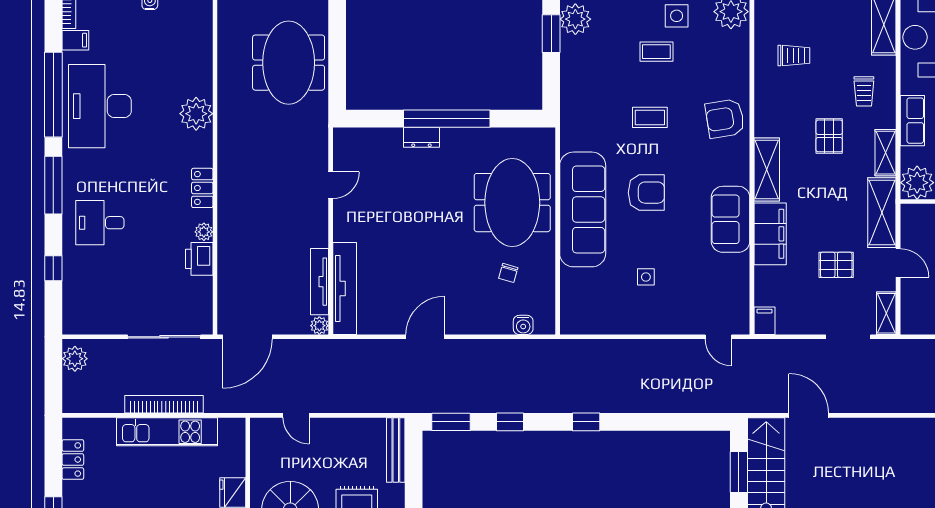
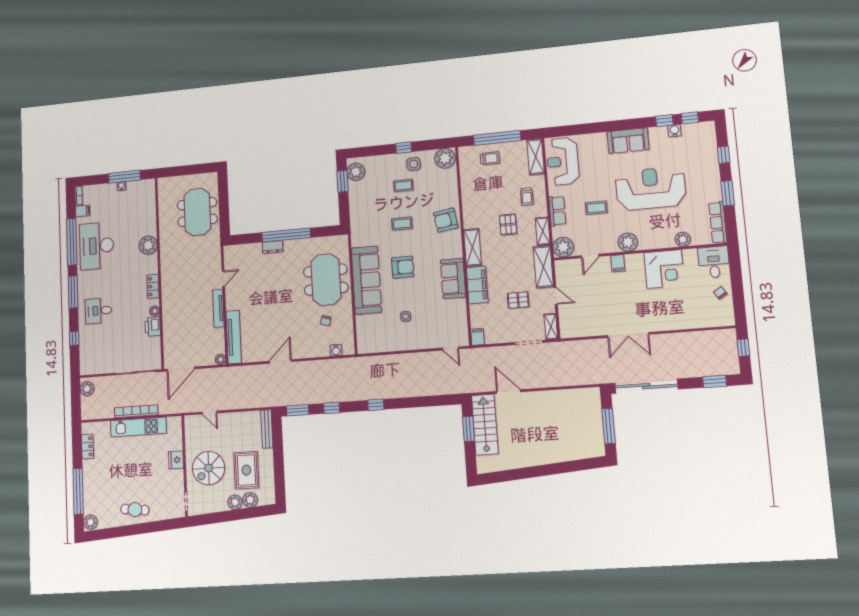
trolley: (794, 55) -> (490, 158), moved
tv unit: (319, 282) -> (218, 308), moved

